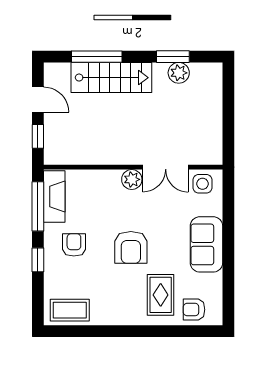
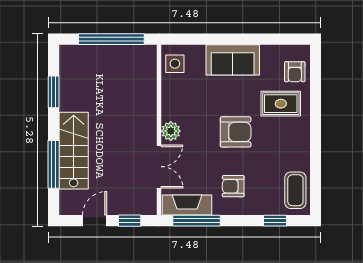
plant: (179, 73) -> (69, 86), removed
window: (228, 117) -> (111, 39), added
double door: (166, 167) -> (159, 167), moved
window: (38, 260) -> (275, 221), moved

